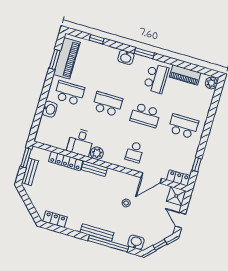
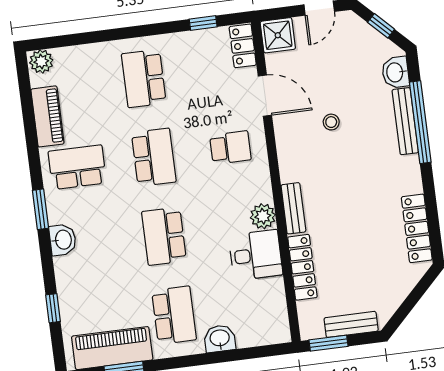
school desk: (69, 93) -> (174, 315), turned 180
locker: (55, 219) -> (417, 228), width x1.53
bench: (97, 233) -> (405, 121), moved

